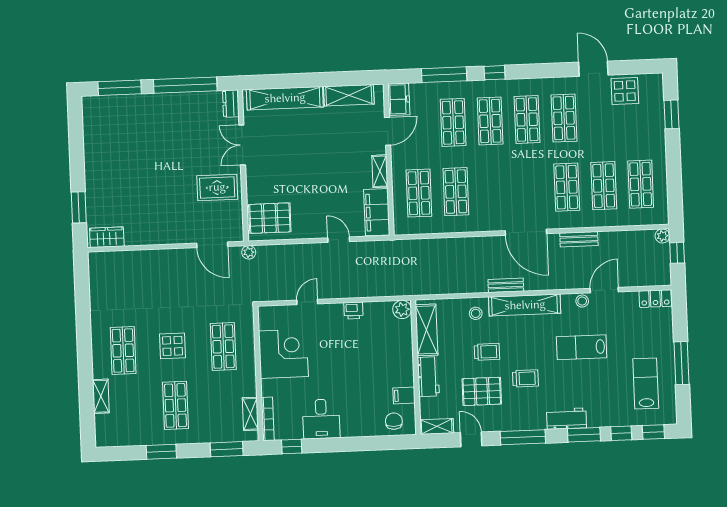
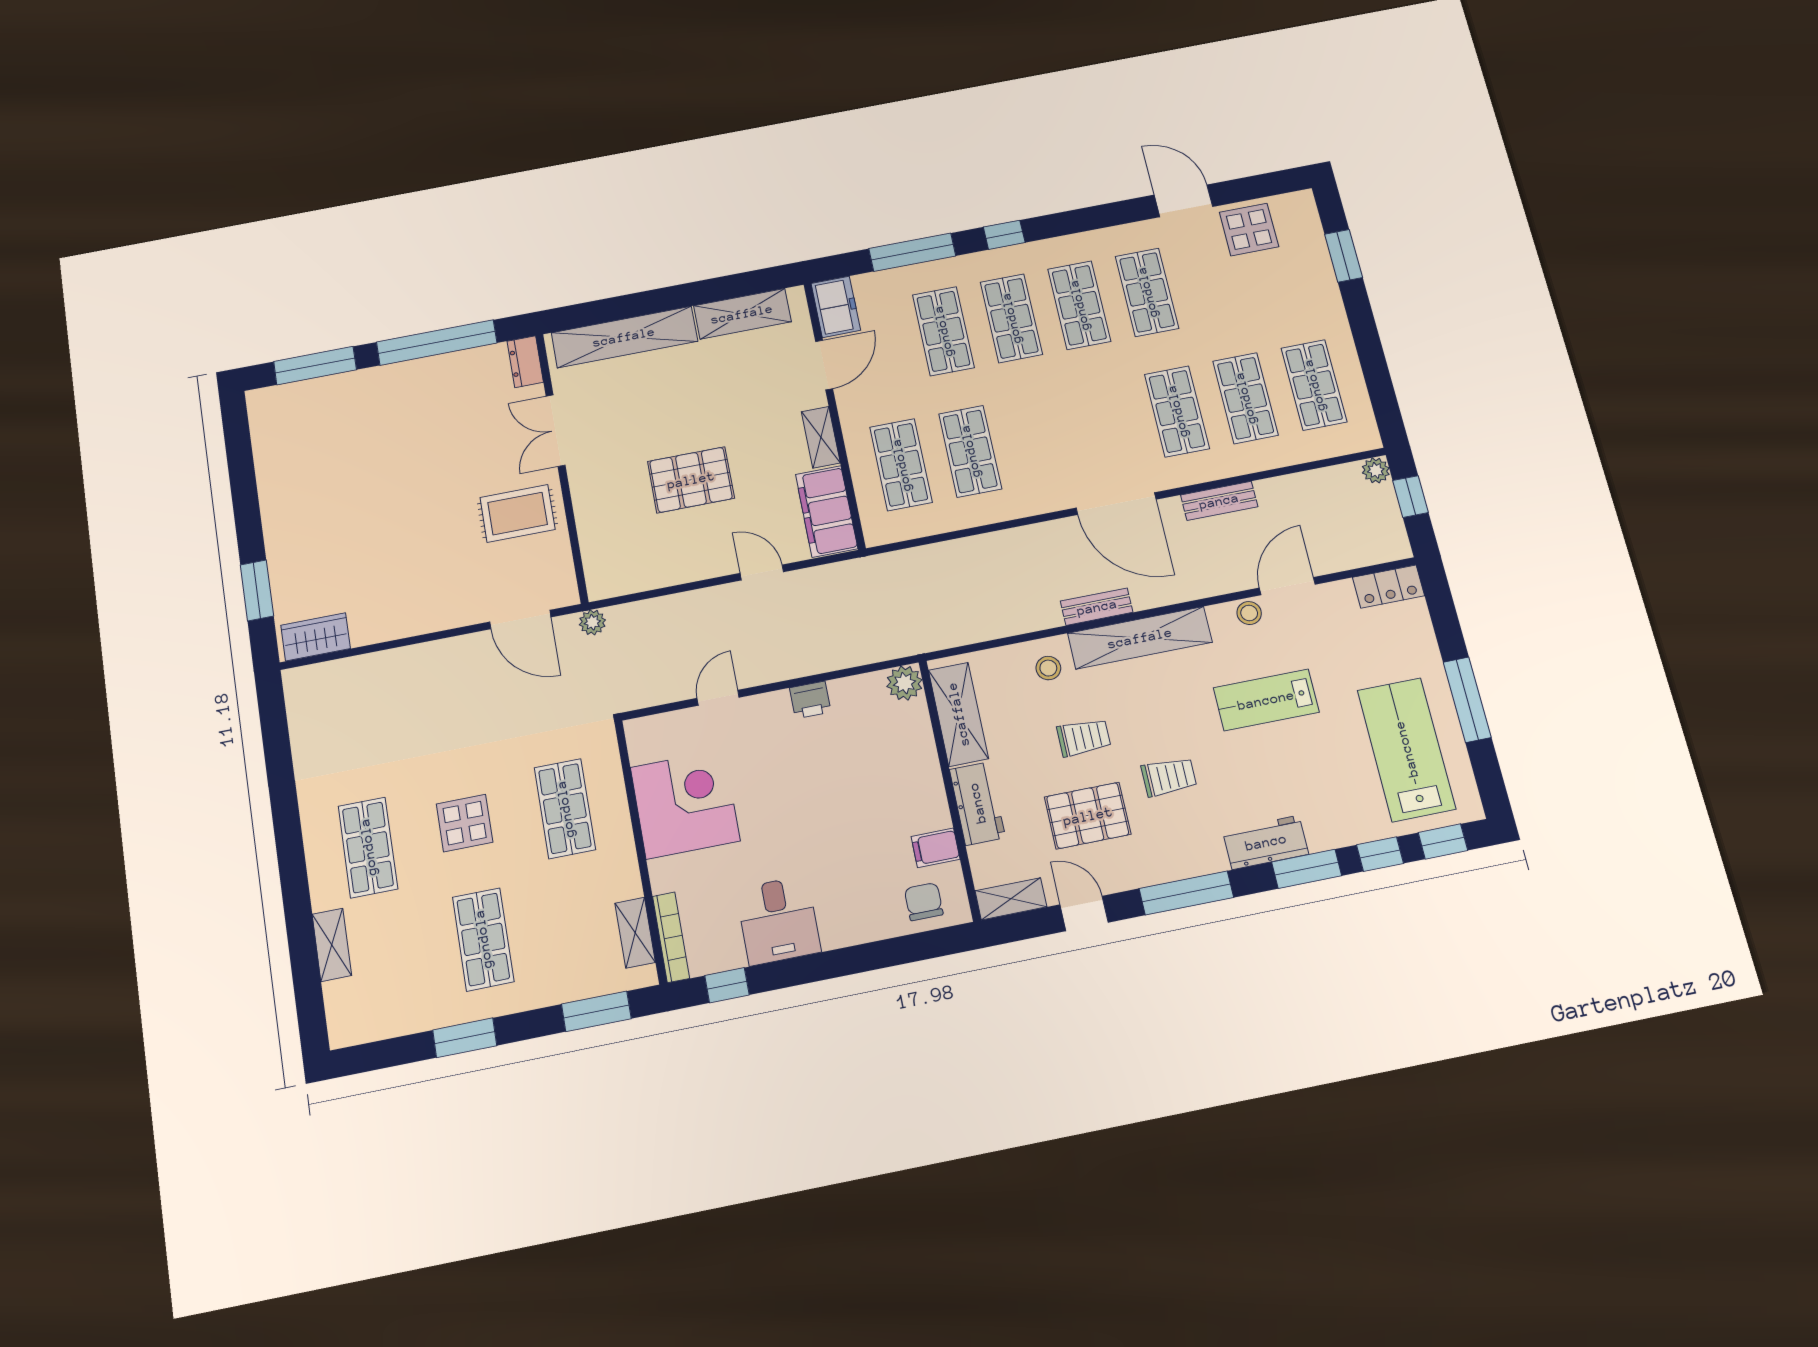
pallet: (270, 218) -> (691, 480), moved
lab bench: (646, 383) -> (1406, 749), width x1.36, depth x1.39

